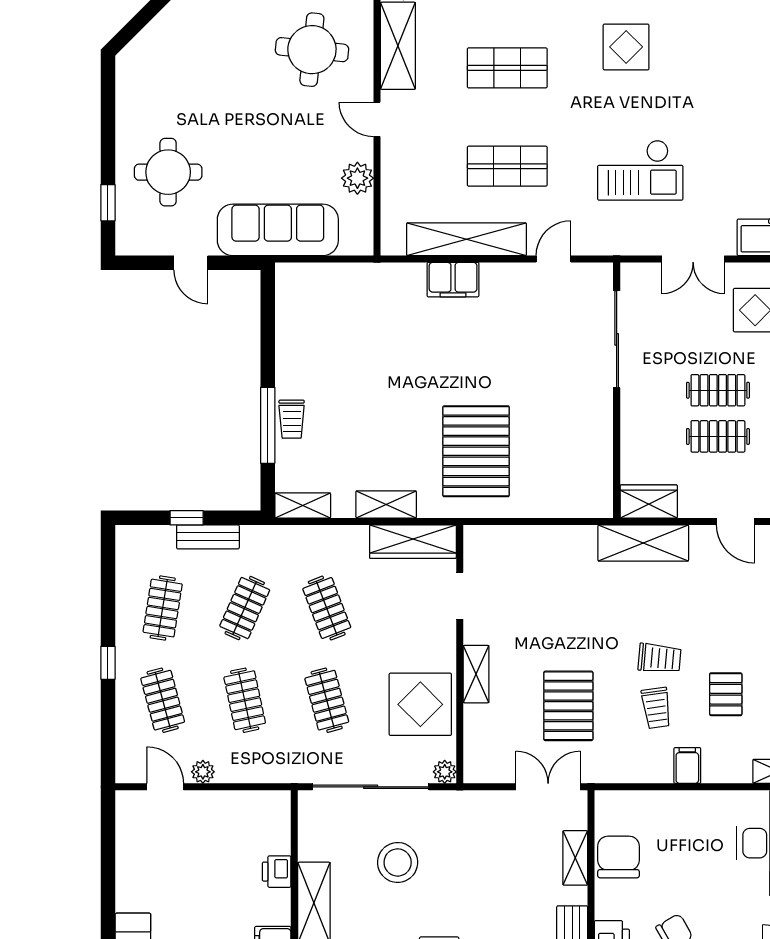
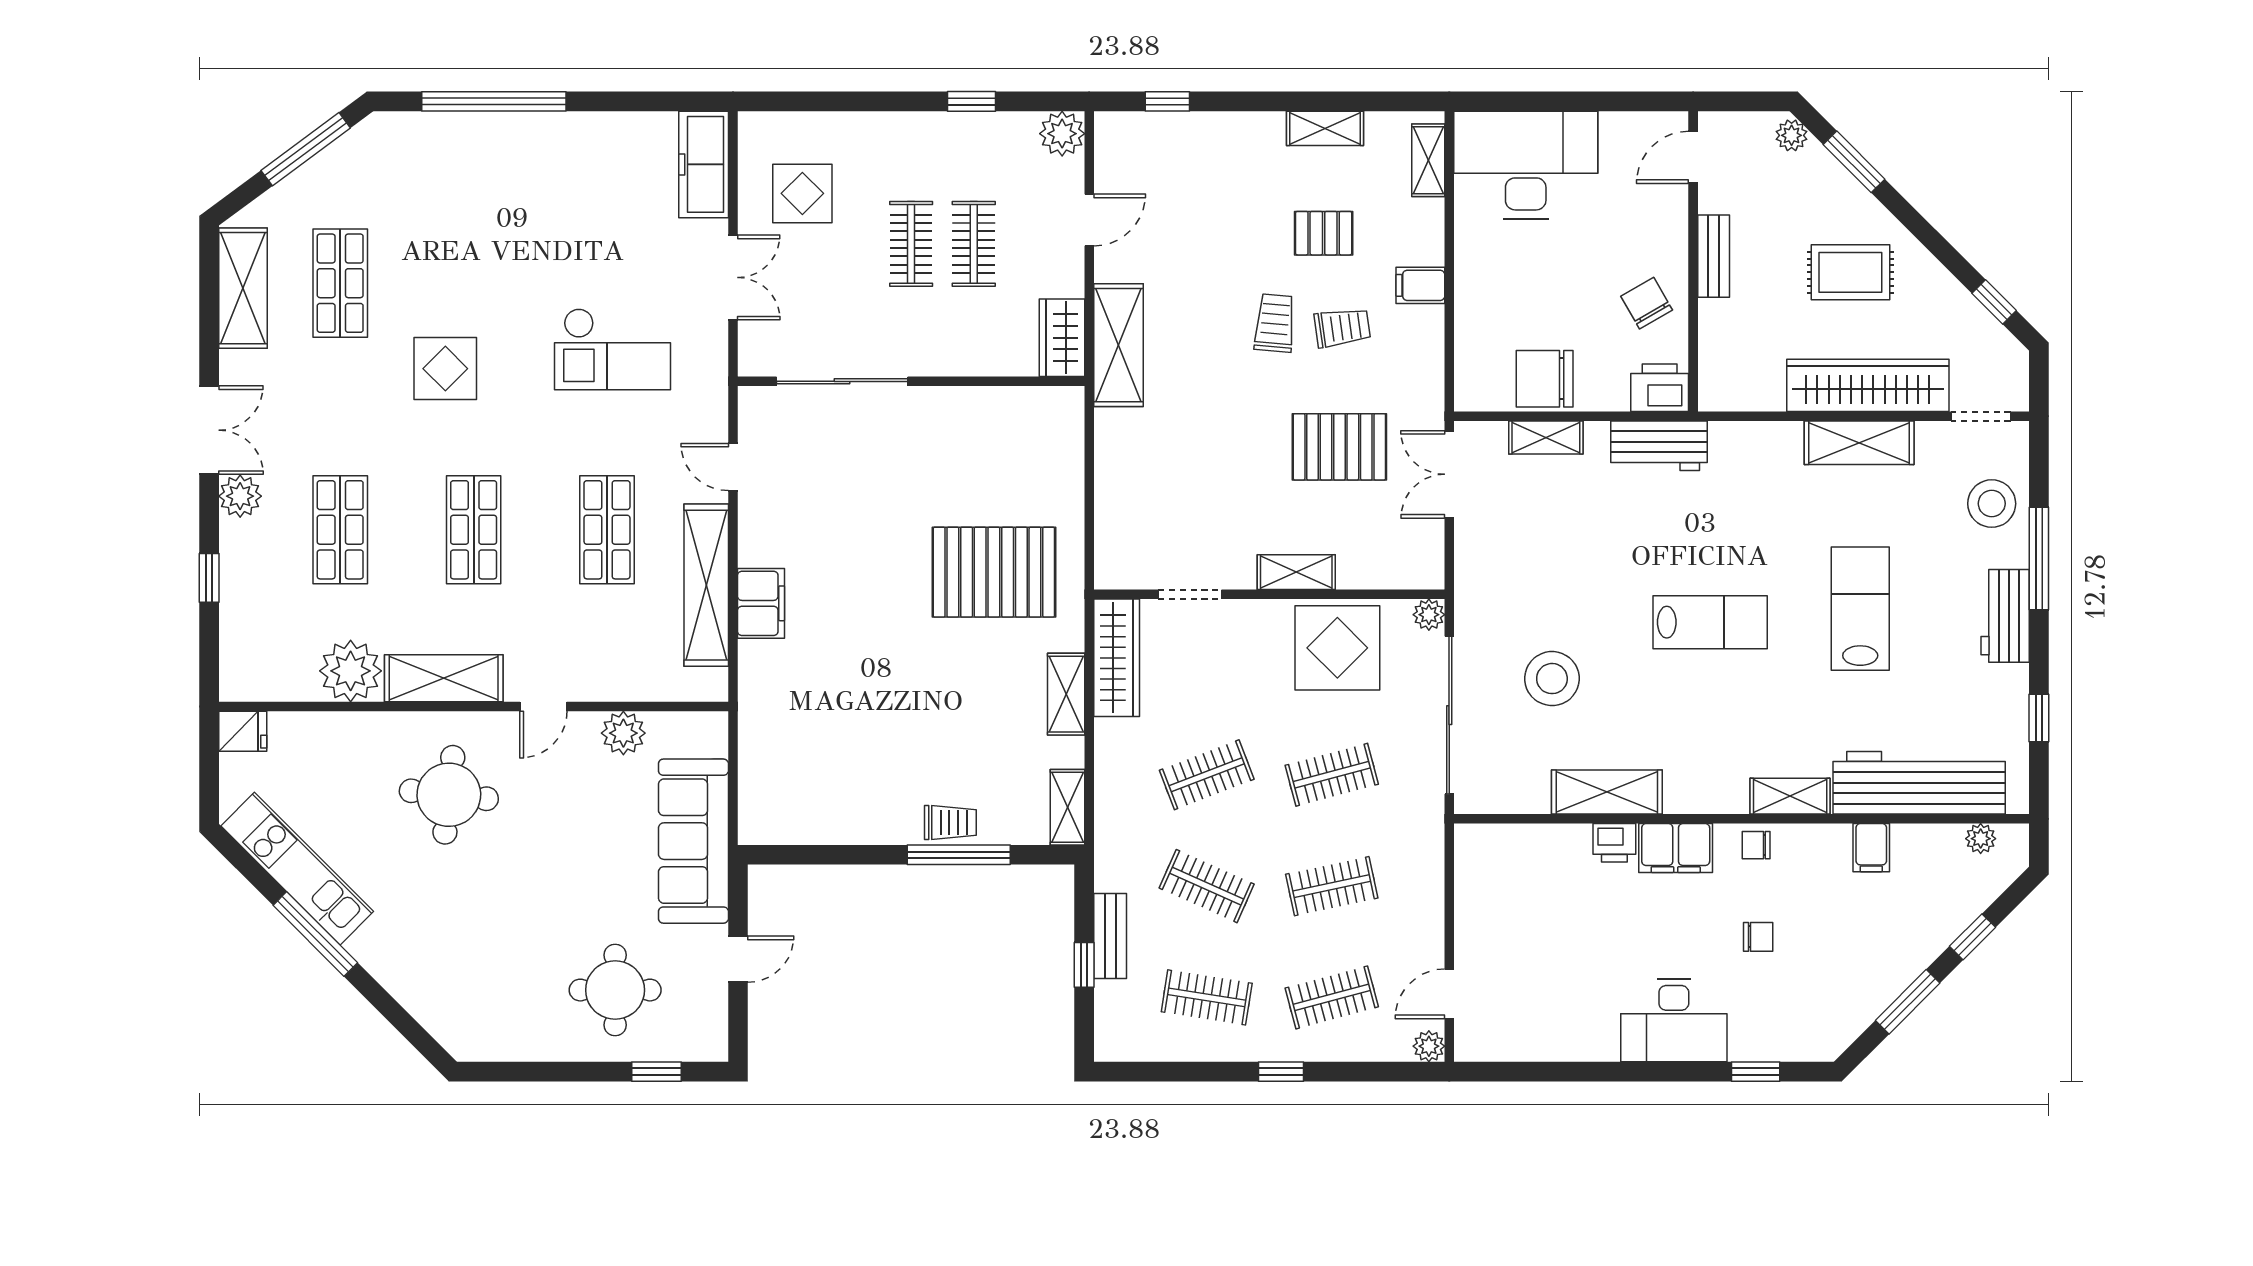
checkout: (640, 170) -> (612, 349), turned 90
plant: (203, 772) -> (1429, 1046), moved
printer: (277, 872) -> (1614, 843), moved

